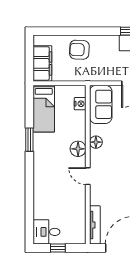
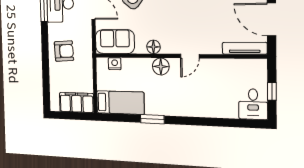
armchair: (79, 50) -> (64, 51), moved, turned -96

